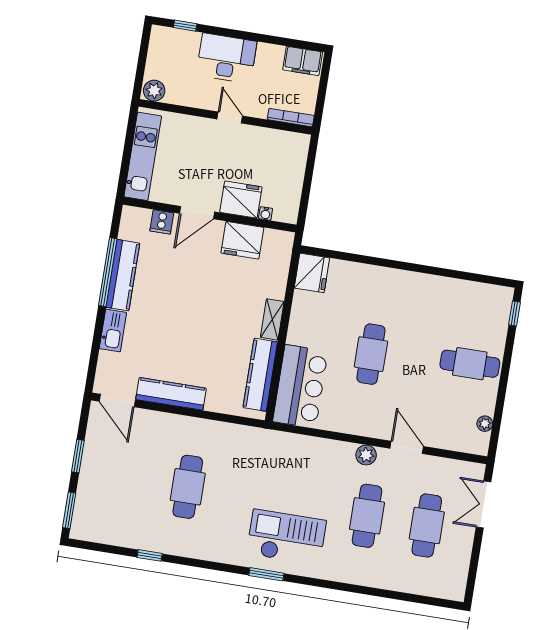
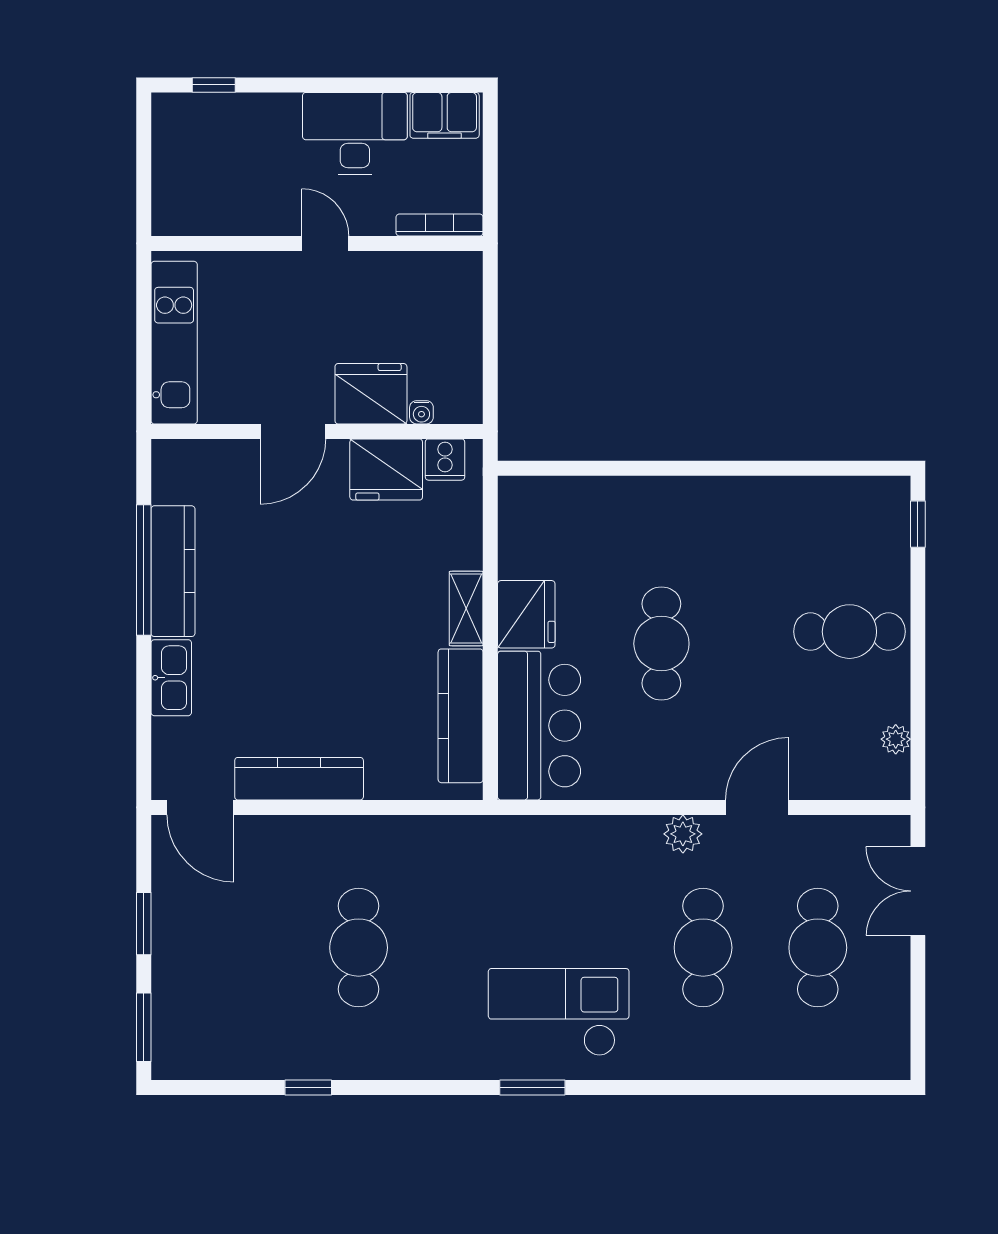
desk: (226, 58) -> (355, 133), moved
plant: (154, 91) -> (175, 216), removed
cooker: (162, 222) -> (445, 460), moved
fridge: (312, 273) -> (526, 614), moved
door: (407, 447) -> (757, 807), hinge flipped

